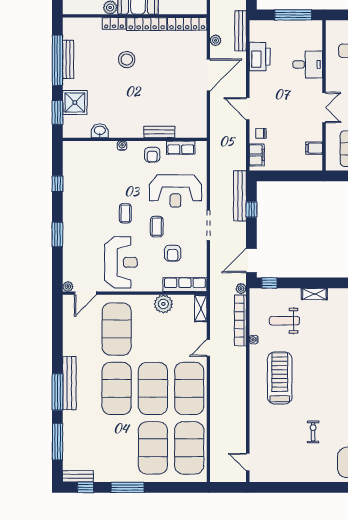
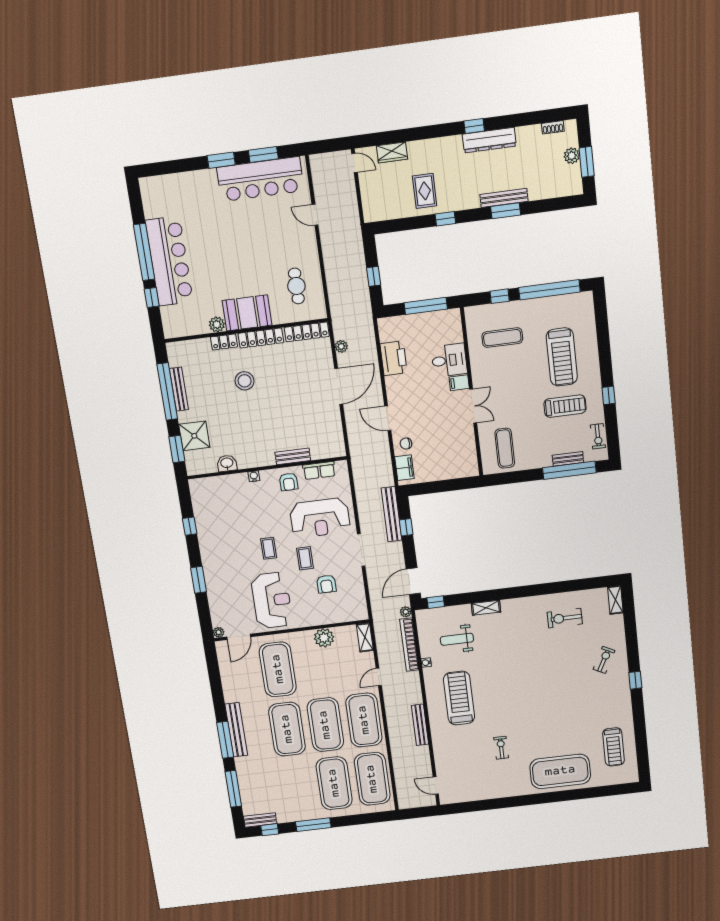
bench: (241, 31) -> (420, 725), moved
filing cabinet: (314, 148) -> (459, 383), moved
row of seats: (185, 285) -> (344, 615), removed

